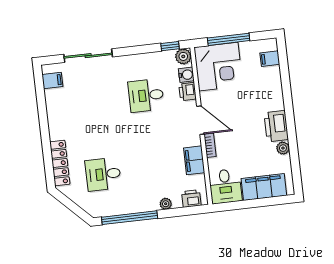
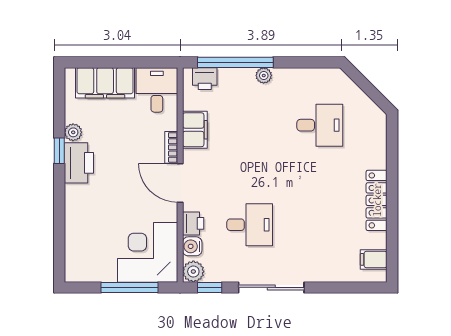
sliding door: (88, 56) -> (271, 287), moved
filing cabinet: (270, 59) -> (77, 255), removed
window: (292, 133) -> (59, 151), added
locker: (60, 163) -> (377, 200), moved
plant: (166, 204) -> (264, 76), moved
window: (130, 218) -> (235, 62), moved

